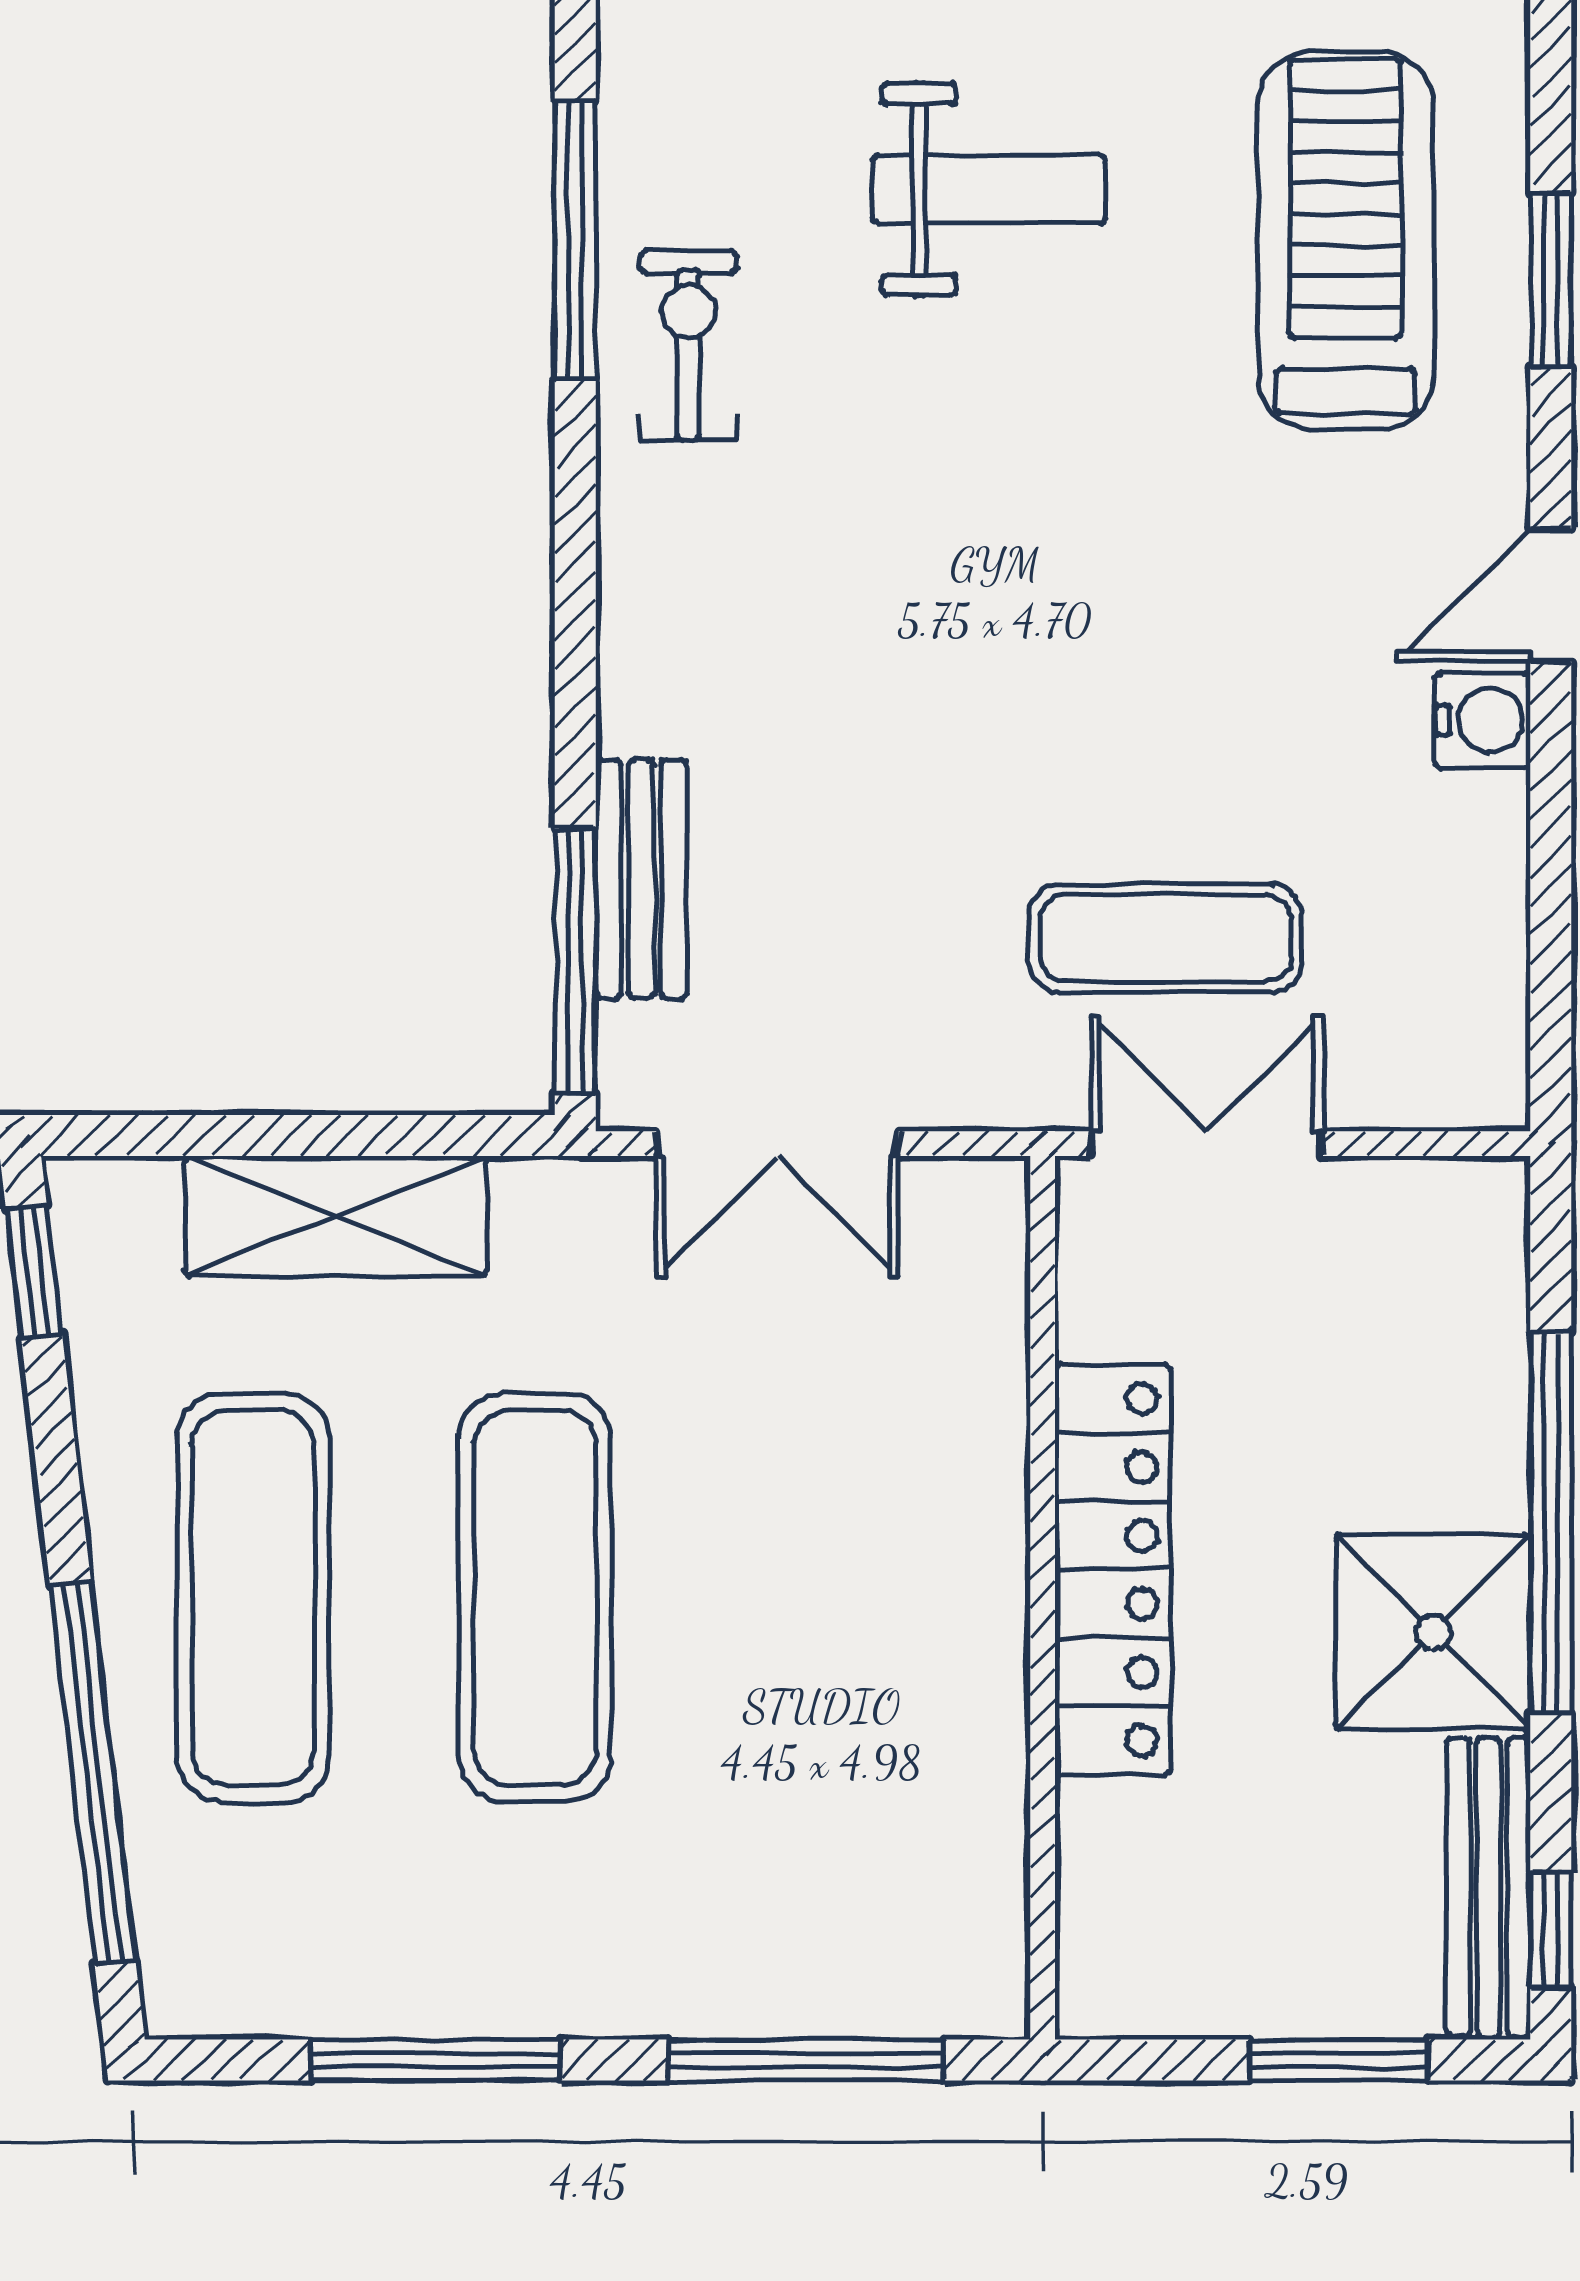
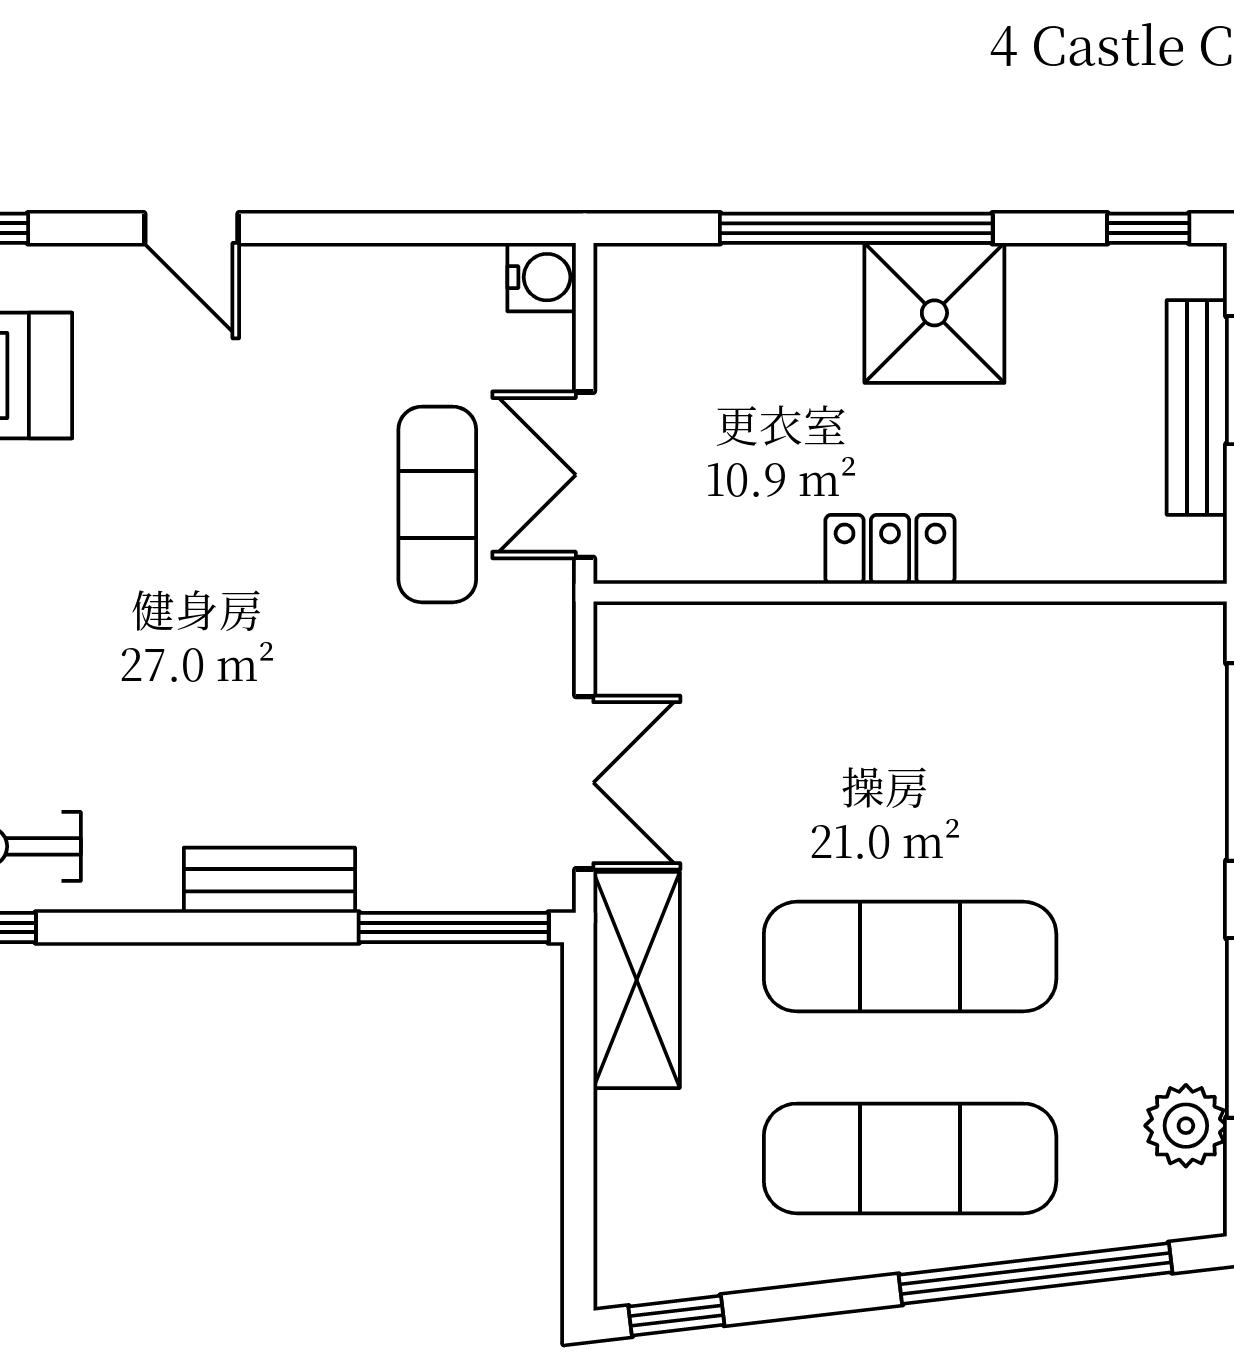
water cooler: (1483, 720) -> (542, 277), moved, turned 90
bench: (641, 879) -> (269, 880), moved
shelving: (336, 1216) -> (637, 980), moved
locker: (1113, 1570) -> (890, 549), width x0.46, depth x0.83
bench: (1488, 1887) -> (1197, 407), moved, turned 90
plant: (299, 1982) -> (1186, 1126), added

